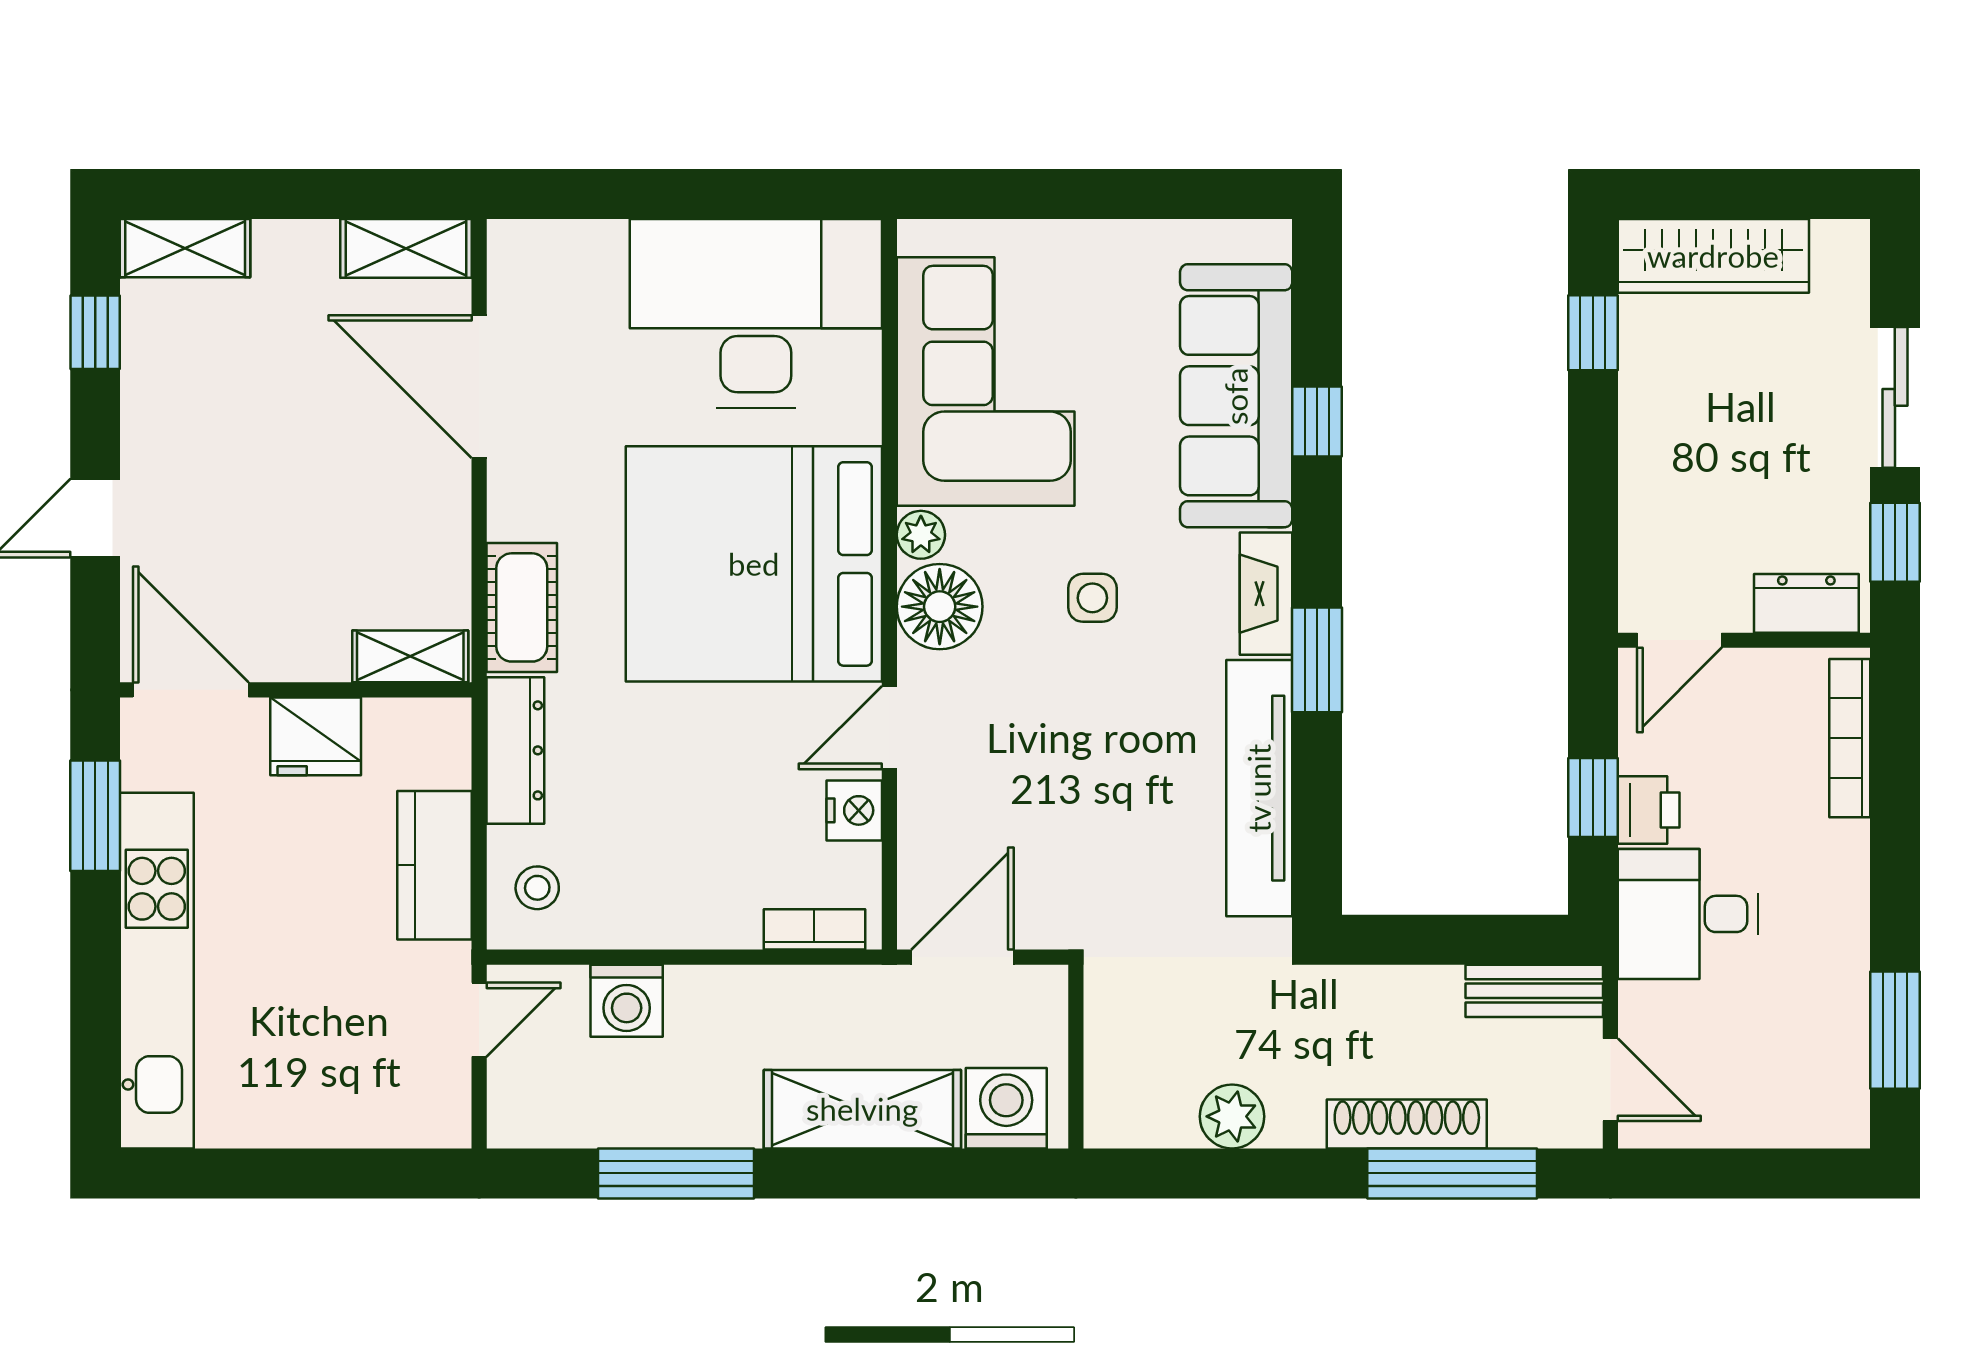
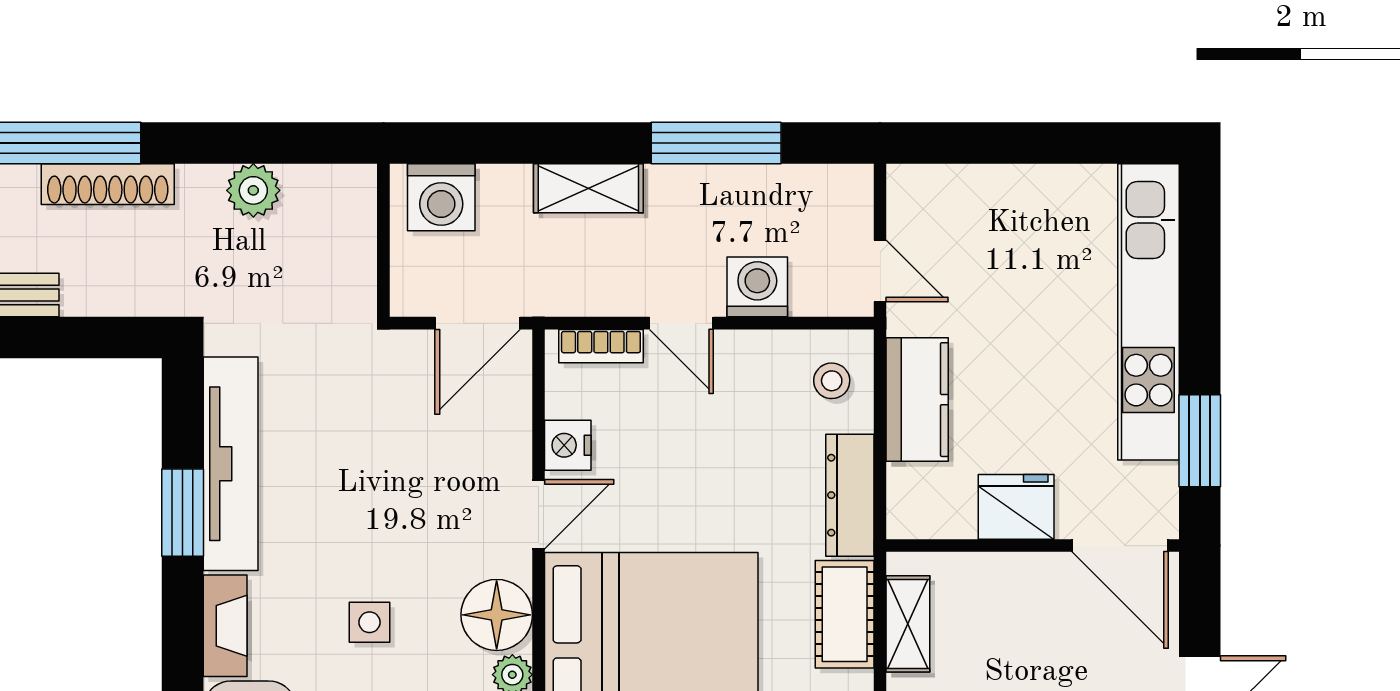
shelving: (410, 656) -> (908, 624), moved, turned 90
window: (1317, 660) -> (183, 513), moved
door: (718, 957) -> (681, 323), added
door: (479, 1020) -> (880, 271), swing flipped
shelving: (862, 1109) -> (588, 188), width x0.67, depth x0.75

